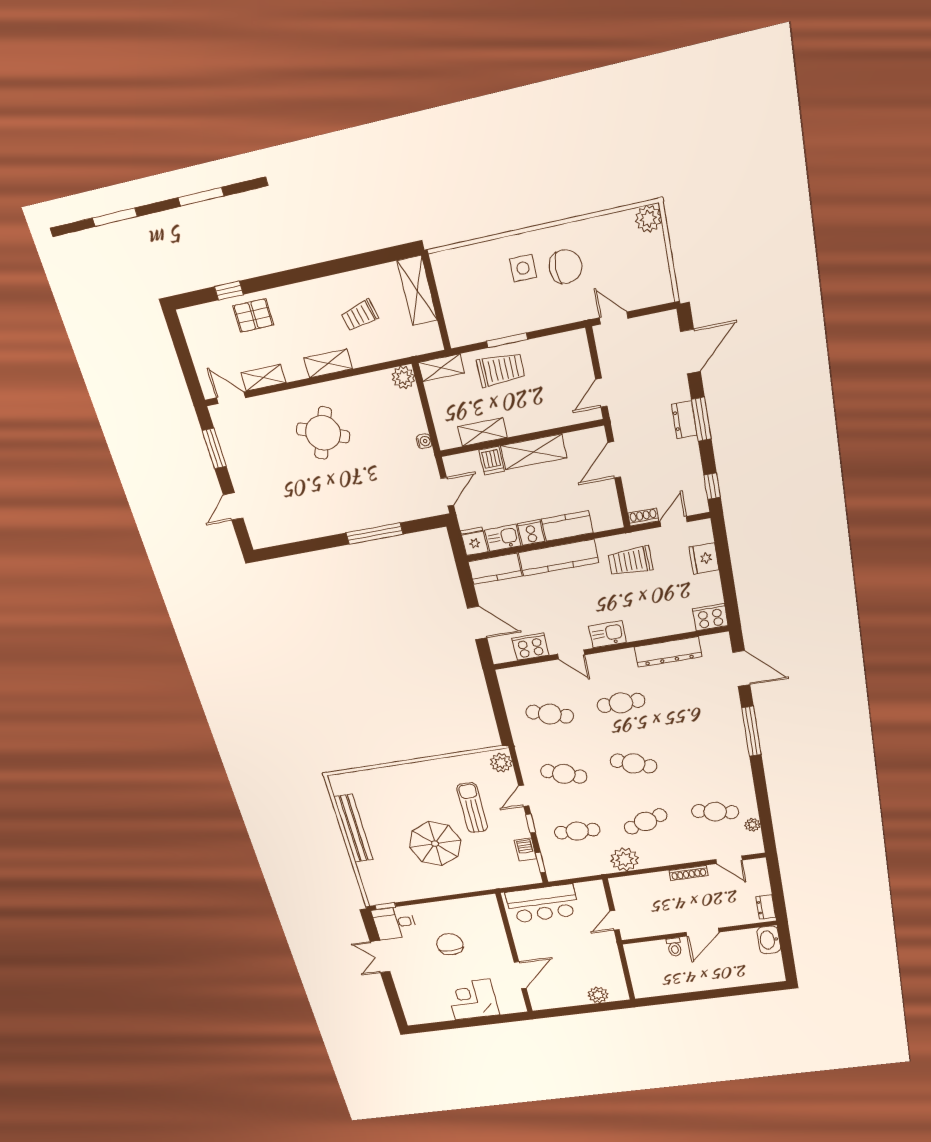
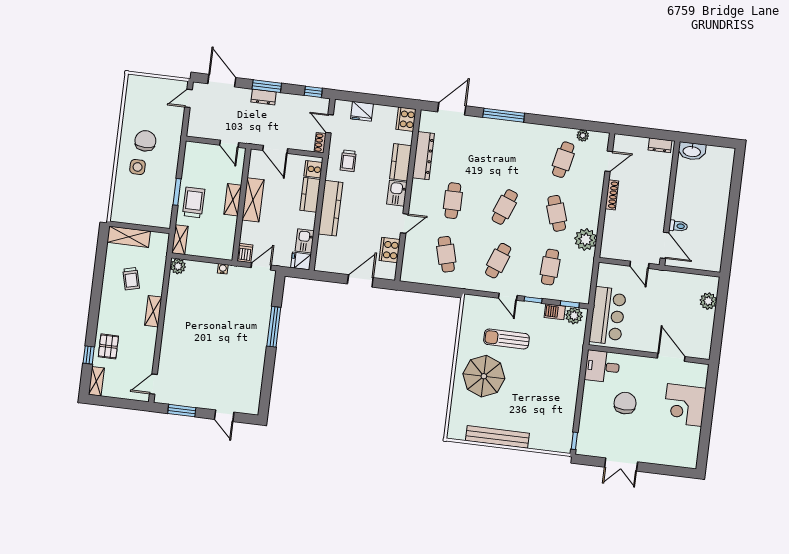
plant: (648, 219) -> (135, 83), removed
door: (614, 318) -> (189, 98), moved
shelving: (263, 378) -> (96, 381), moved
shelving: (482, 432) -> (233, 200), moved
round table: (323, 433) -> (196, 333), removed
dishwasher: (492, 461) -> (245, 253), moved, turned -90
door: (447, 492) -> (261, 266), hinge flipped
cooker: (531, 532) -> (313, 169), moved
trolley: (630, 561) -> (348, 161), width x0.73, depth x0.72
kitchen counter: (495, 569) -> (401, 162), moved, turned 180
cafe table: (550, 714) -> (446, 254), turned -33
plant: (501, 763) -> (574, 316), moved
parasol: (435, 844) -> (484, 376), moved
desk: (394, 923) -> (602, 366), moved, turned 90
door: (703, 932) -> (664, 245), moved
chair: (450, 944) -> (625, 403), turned 90

